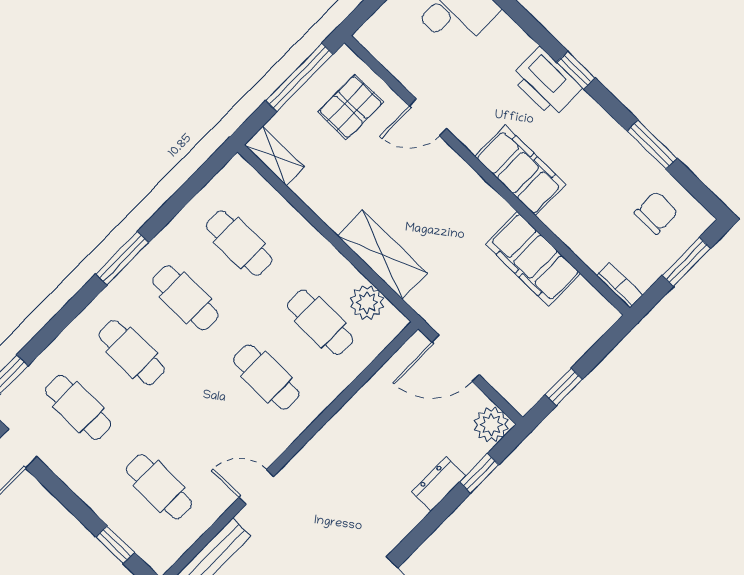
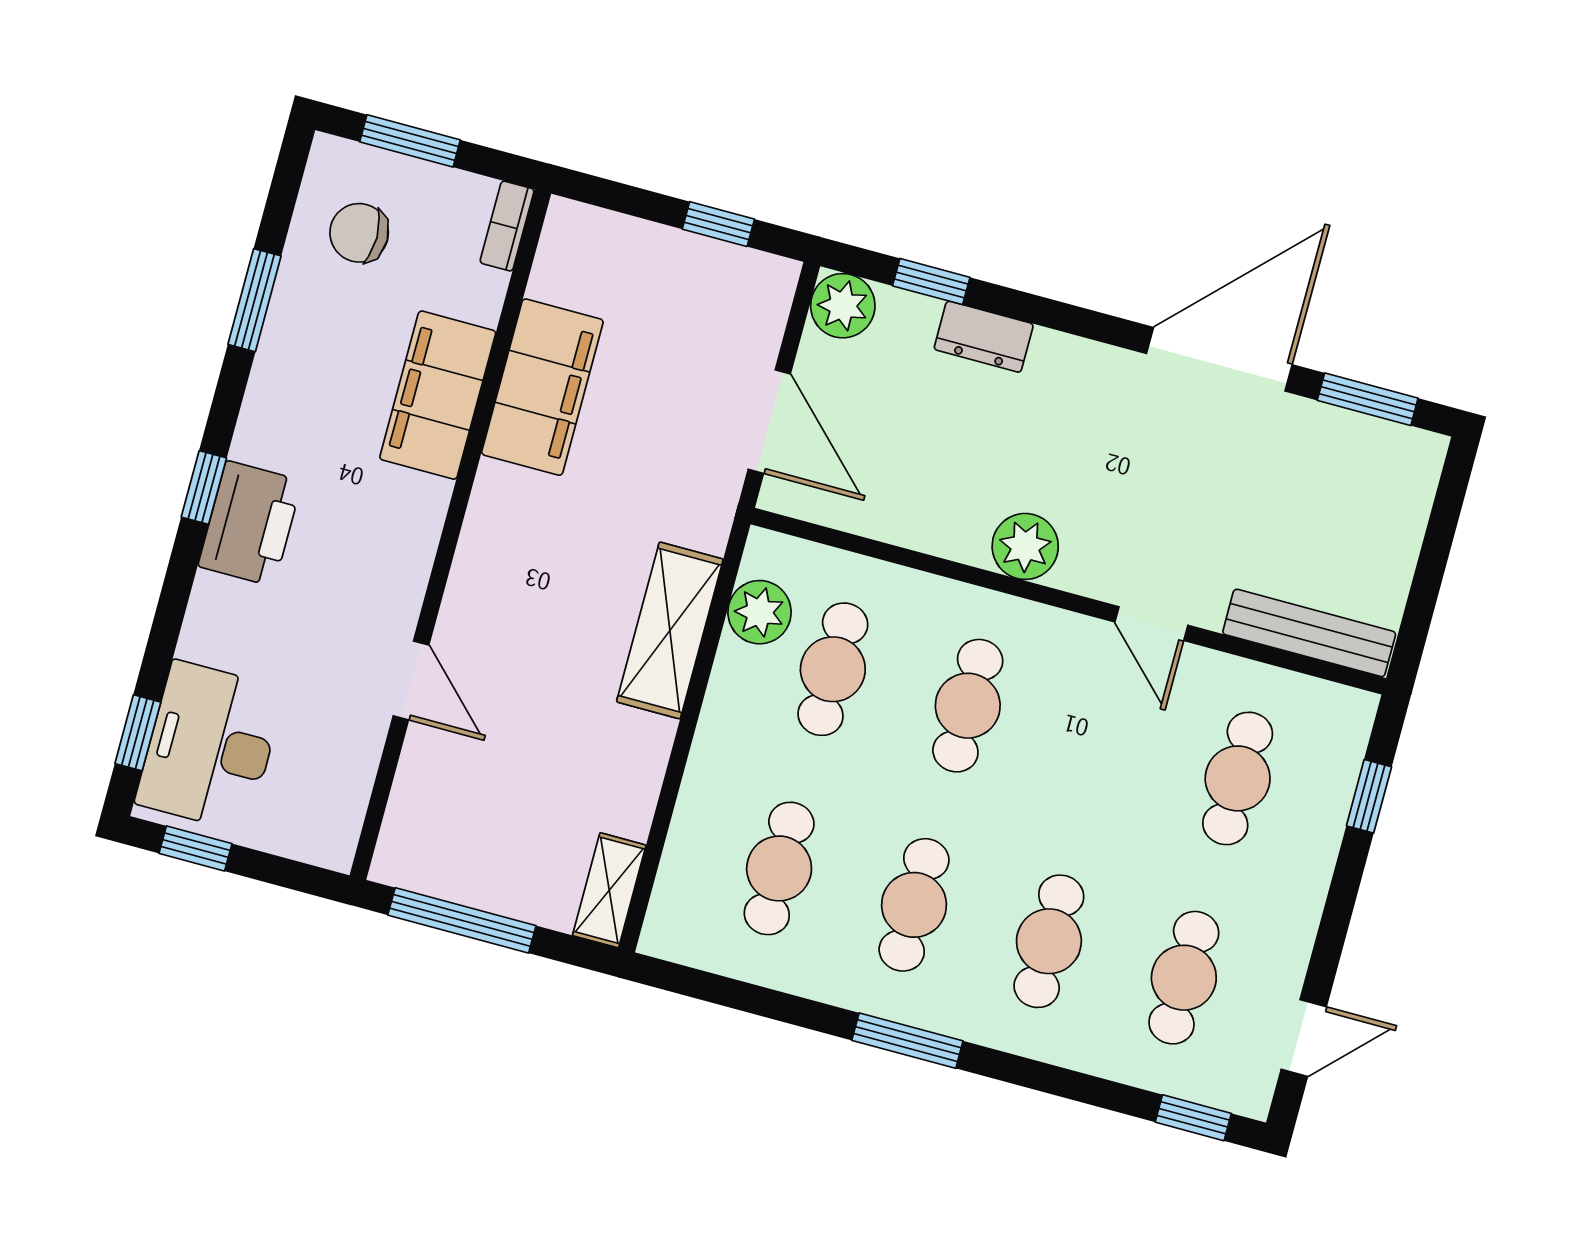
pallet: (351, 107) -> (464, 813), removed
filing cabinet: (520, 171) -> (438, 395), moved
plant: (327, 447) -> (1025, 546), added

